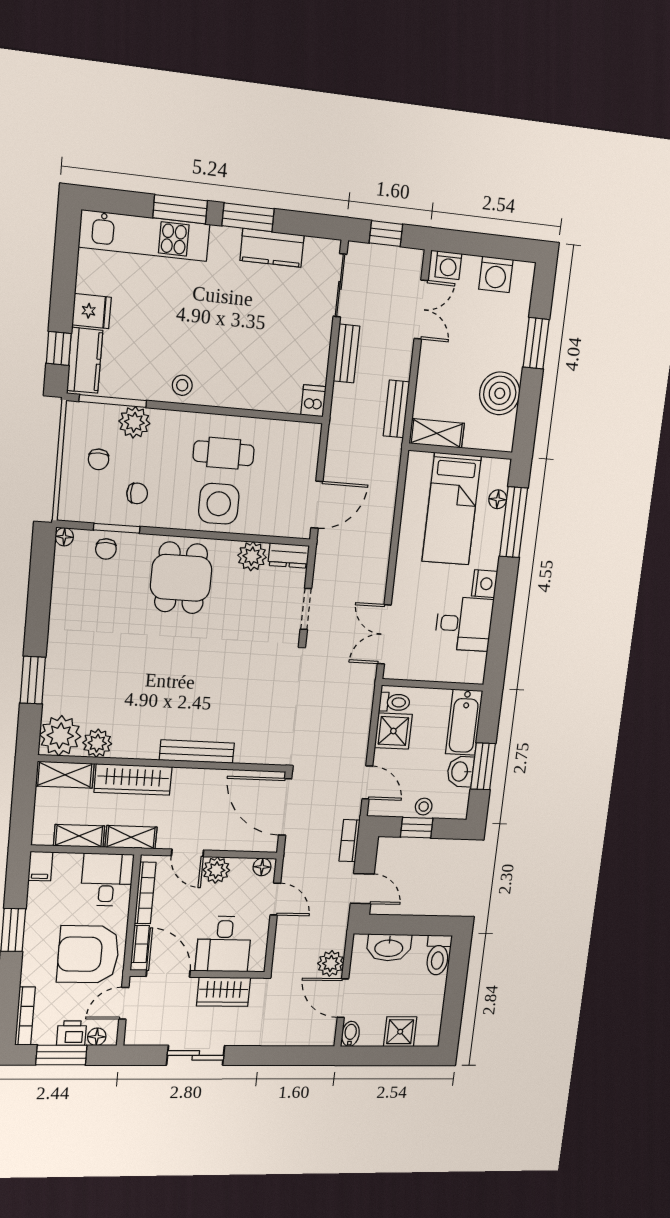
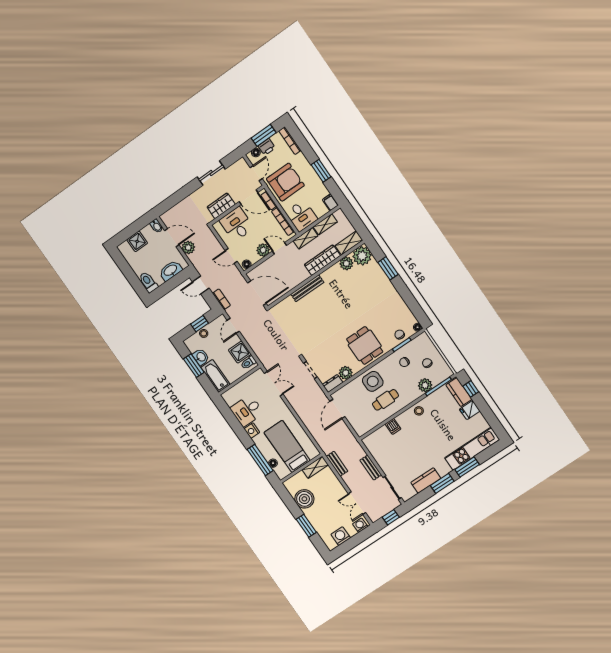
dishwasher: (313, 401) -> (393, 426), moved
door: (367, 782) -> (233, 326), hinge flipped

